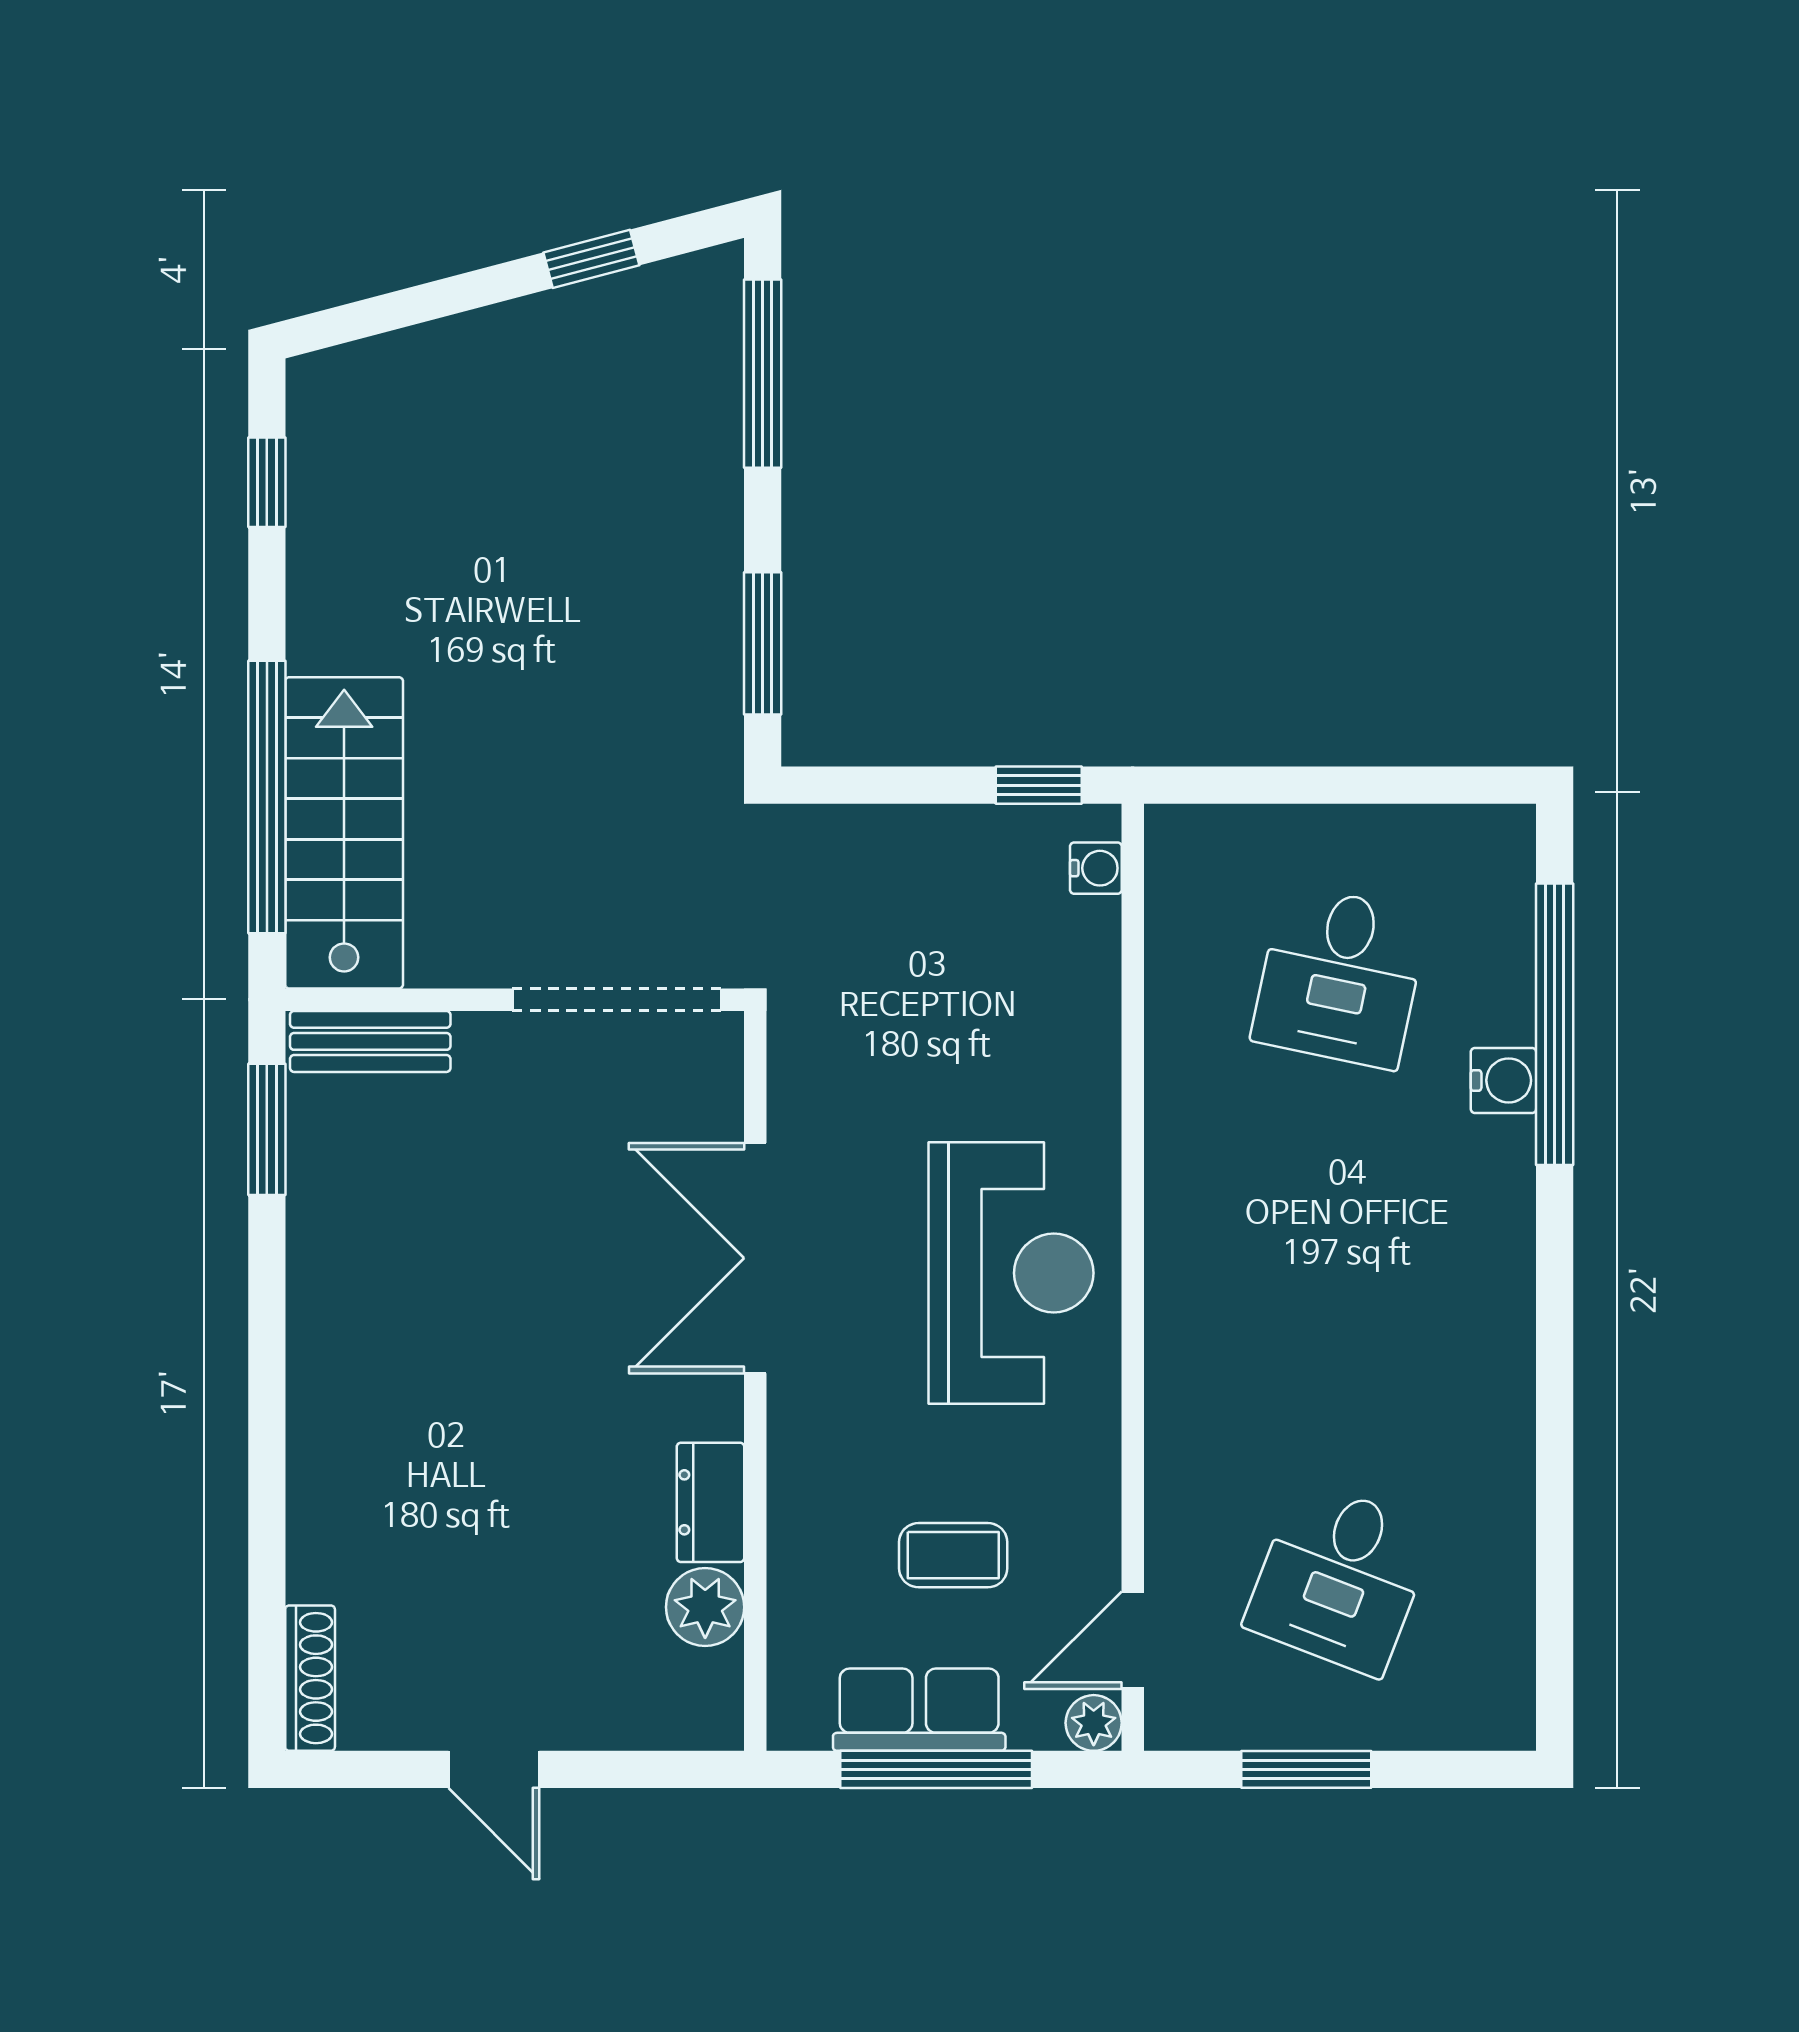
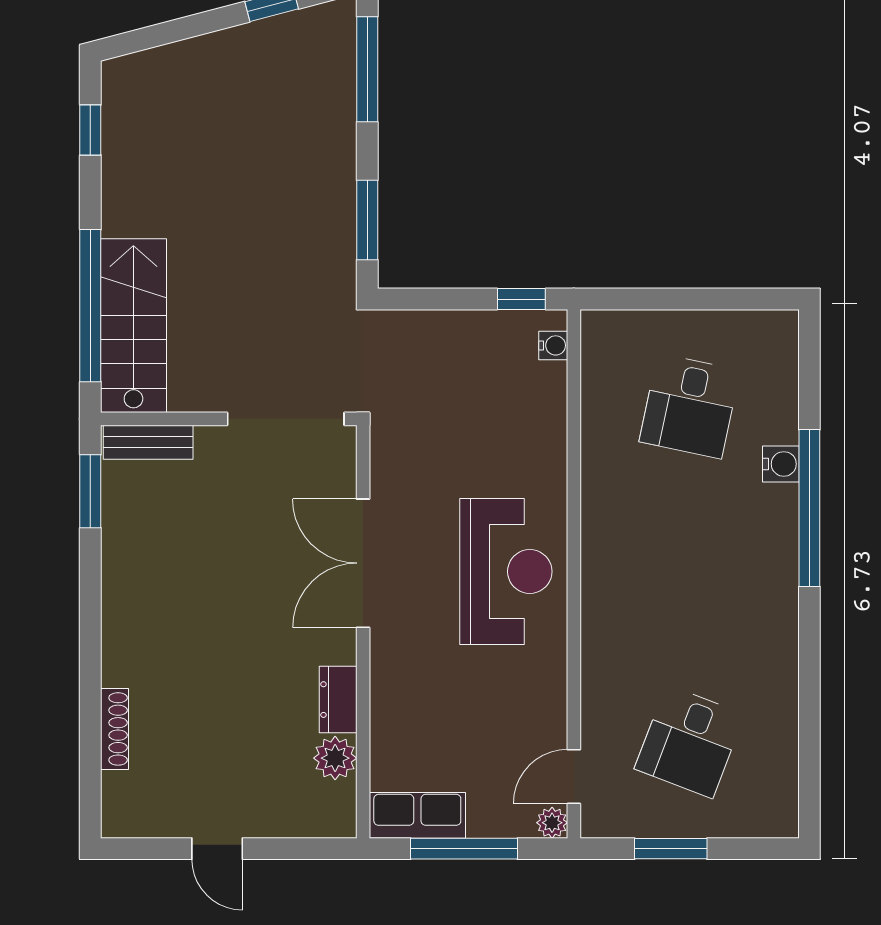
window: (1555, 1024) -> (809, 508), moved
coffee table: (953, 1555) -> (474, 729), removed
shoe rack: (310, 1678) -> (114, 729), moved
row of seats: (919, 1710) -> (417, 815), moved

